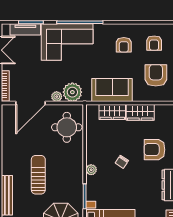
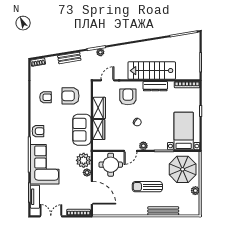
armchair: (124, 45) -> (38, 131), moved
armchair: (154, 150) -> (128, 97), turned 180
door: (85, 153) -> (130, 151), added

